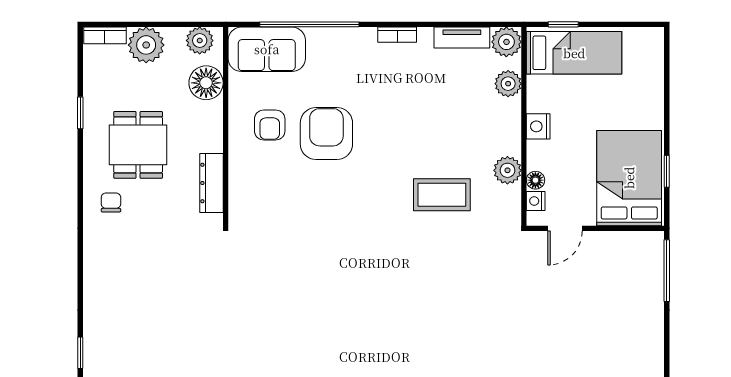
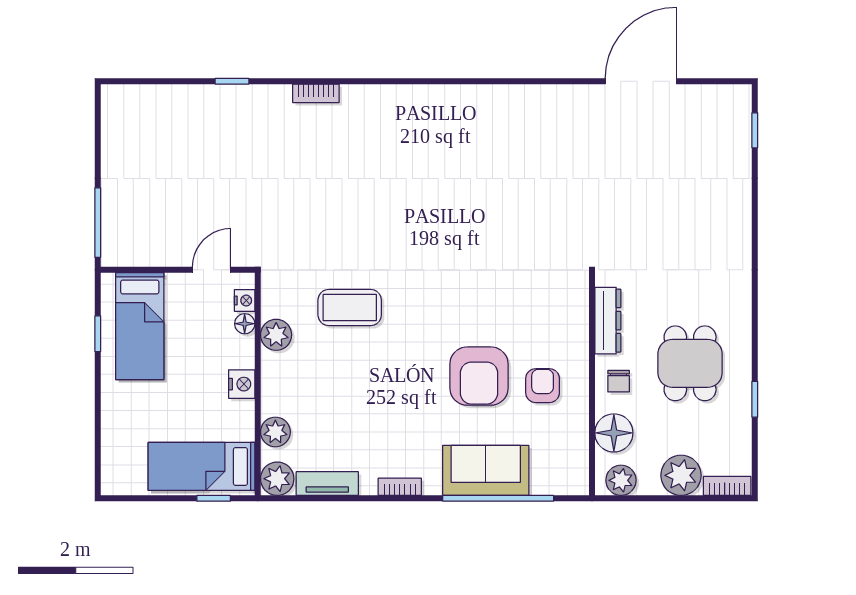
sofa: (267, 49) -> (486, 470), moved
bed: (629, 178) -> (140, 326), width x0.67
chair: (111, 202) -> (619, 381), moved

